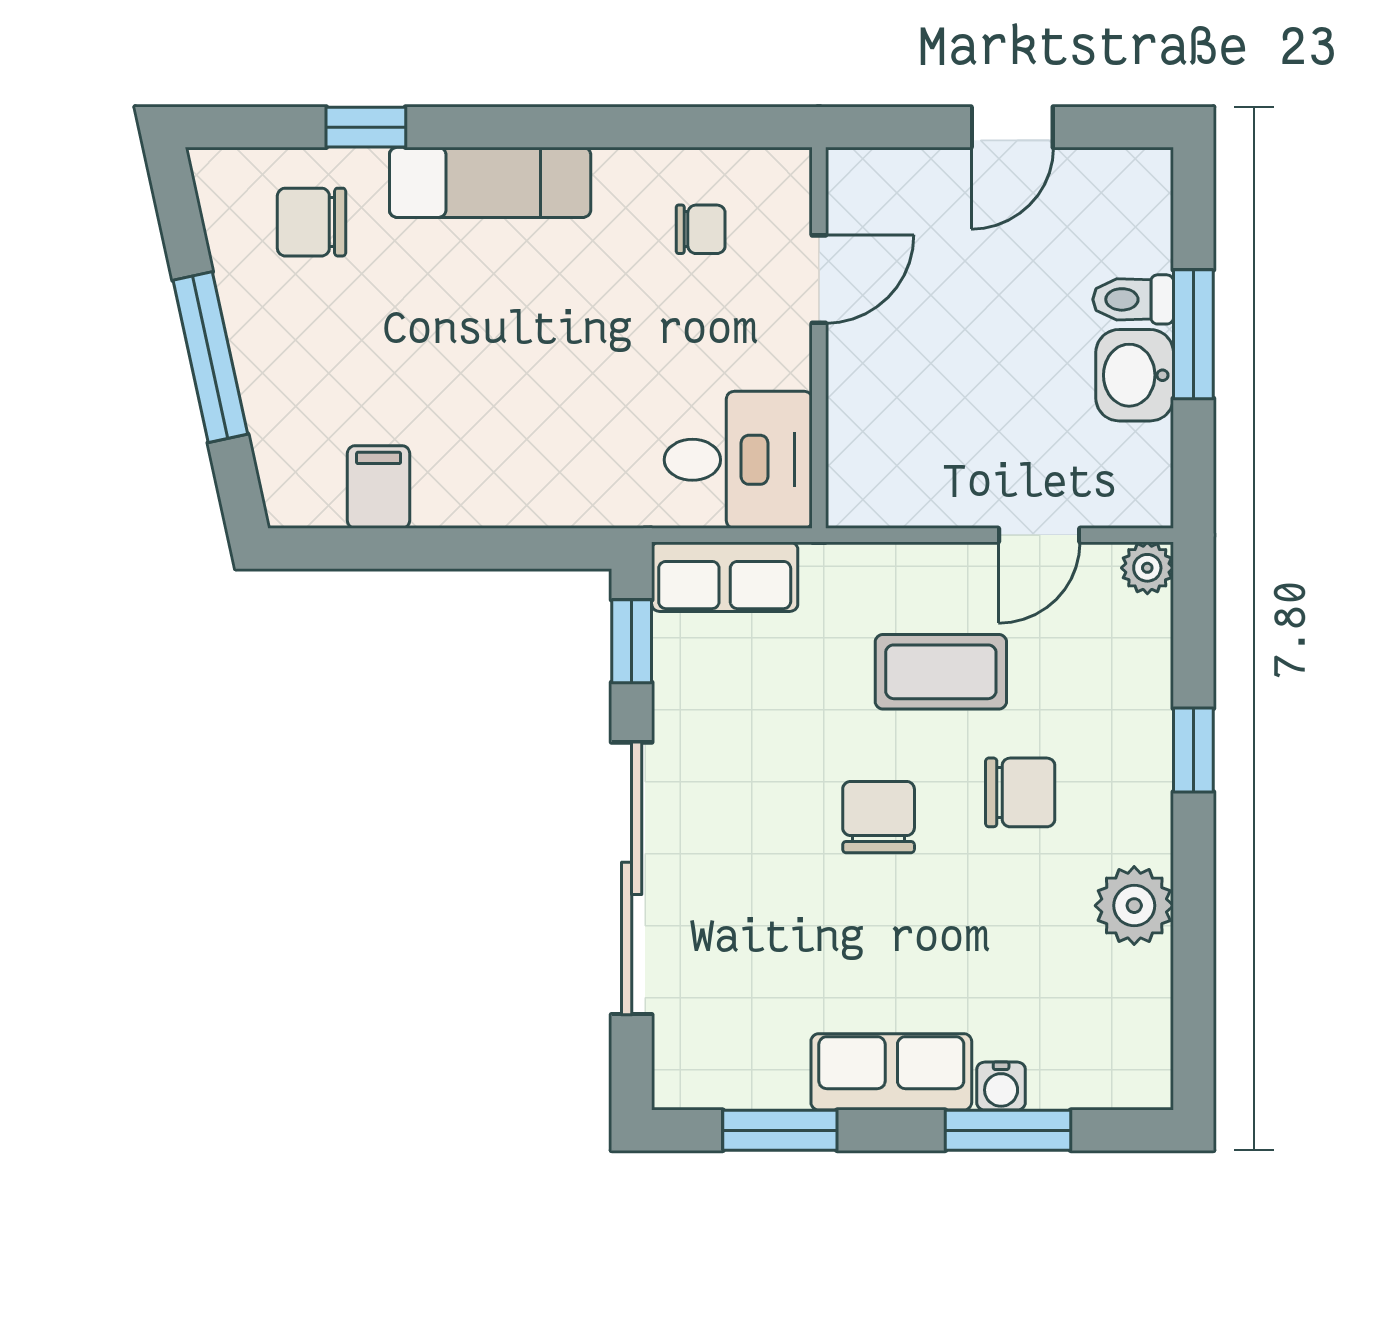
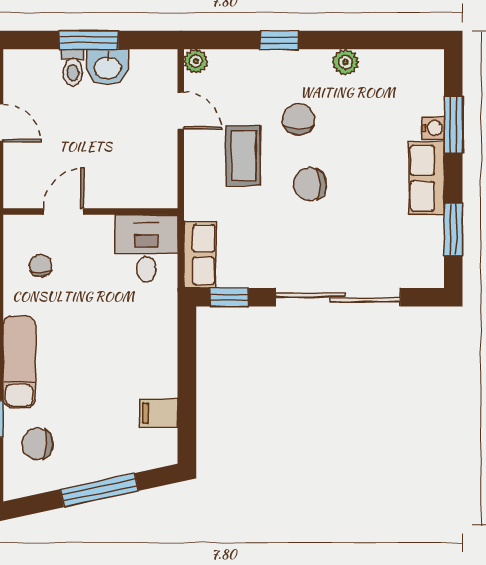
chair: (312, 222) -> (37, 444), turned 93
door: (819, 279) -> (64, 211), hinge flipped
plant: (1134, 906) -> (345, 62), width x0.73, depth x0.73

